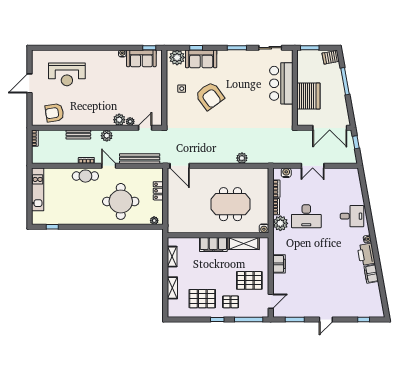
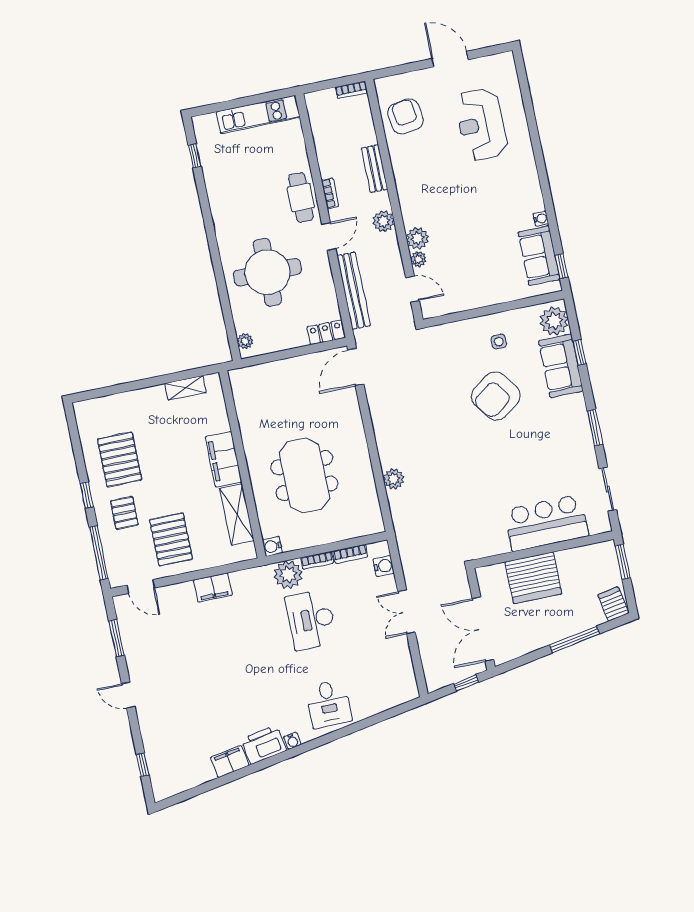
locker: (158, 191) -> (326, 332), moved
shelving: (172, 288) -> (128, 400), removed

